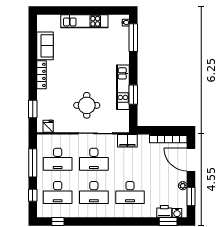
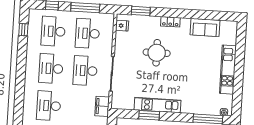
locker: (42, 75) -> (170, 22), width x0.66
round table: (87, 105) -> (157, 53), moved

